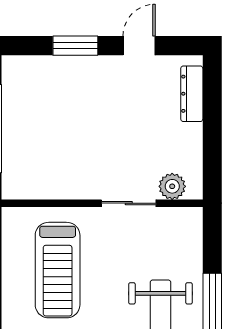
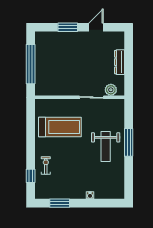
dresser: (192, 94) -> (120, 62), moved
treadmill: (58, 270) -> (60, 127), turned -90

